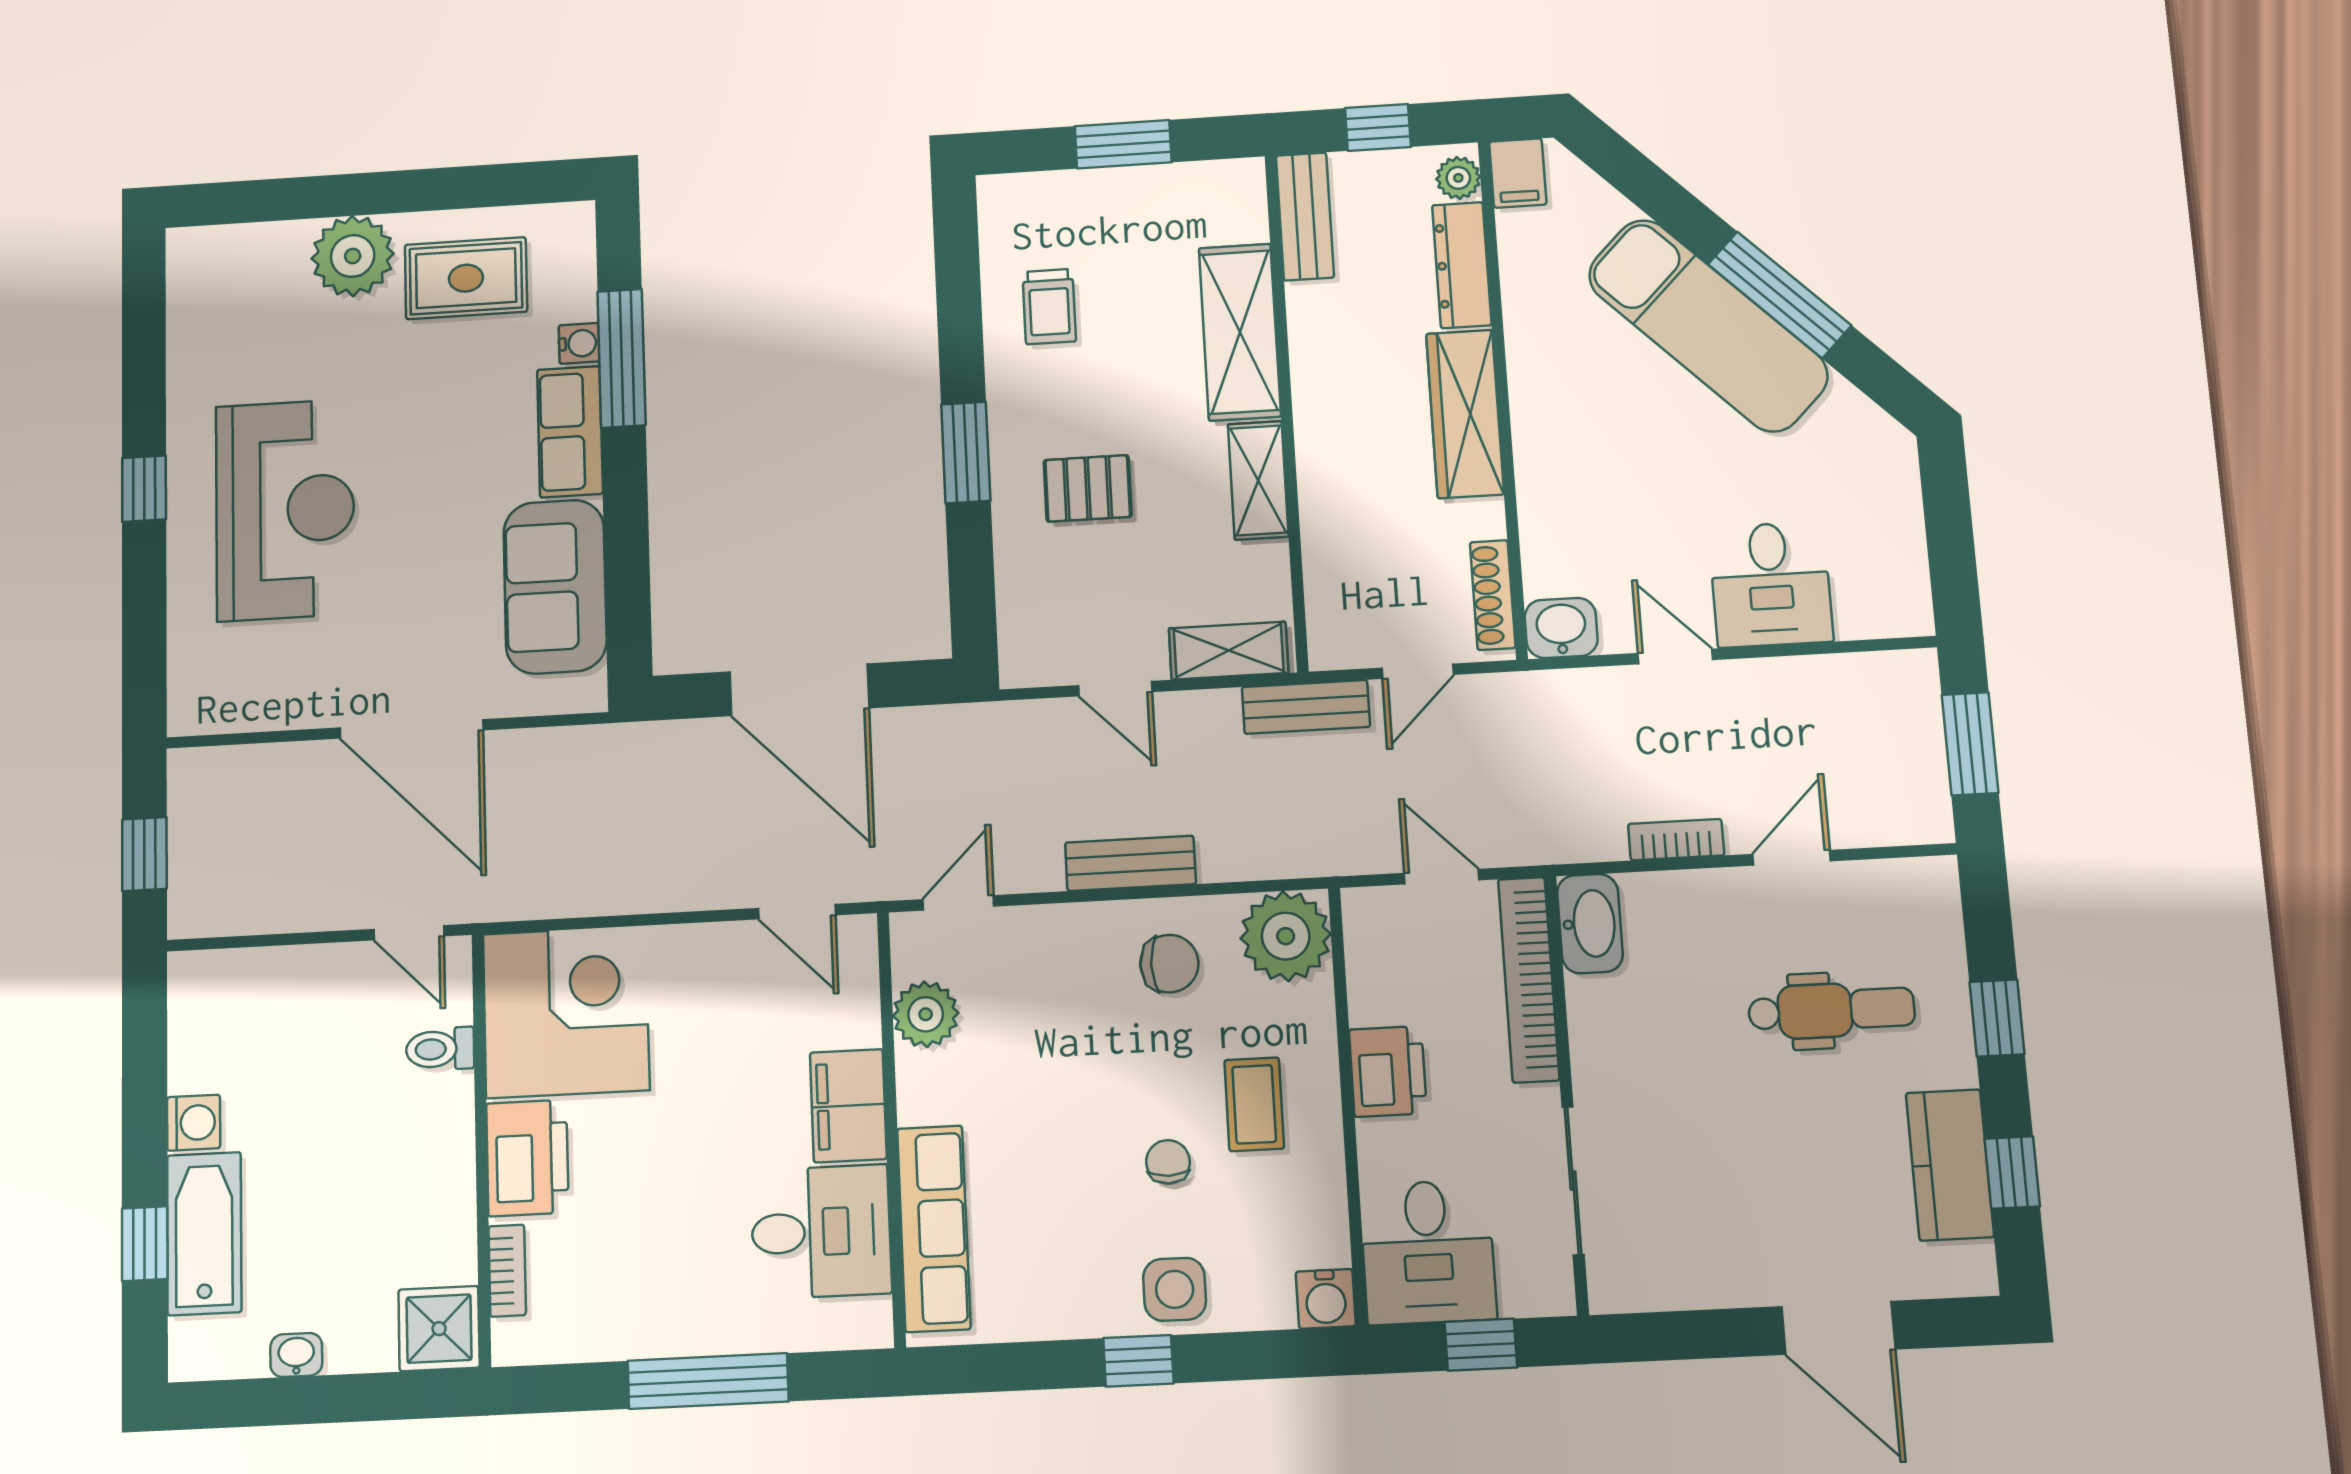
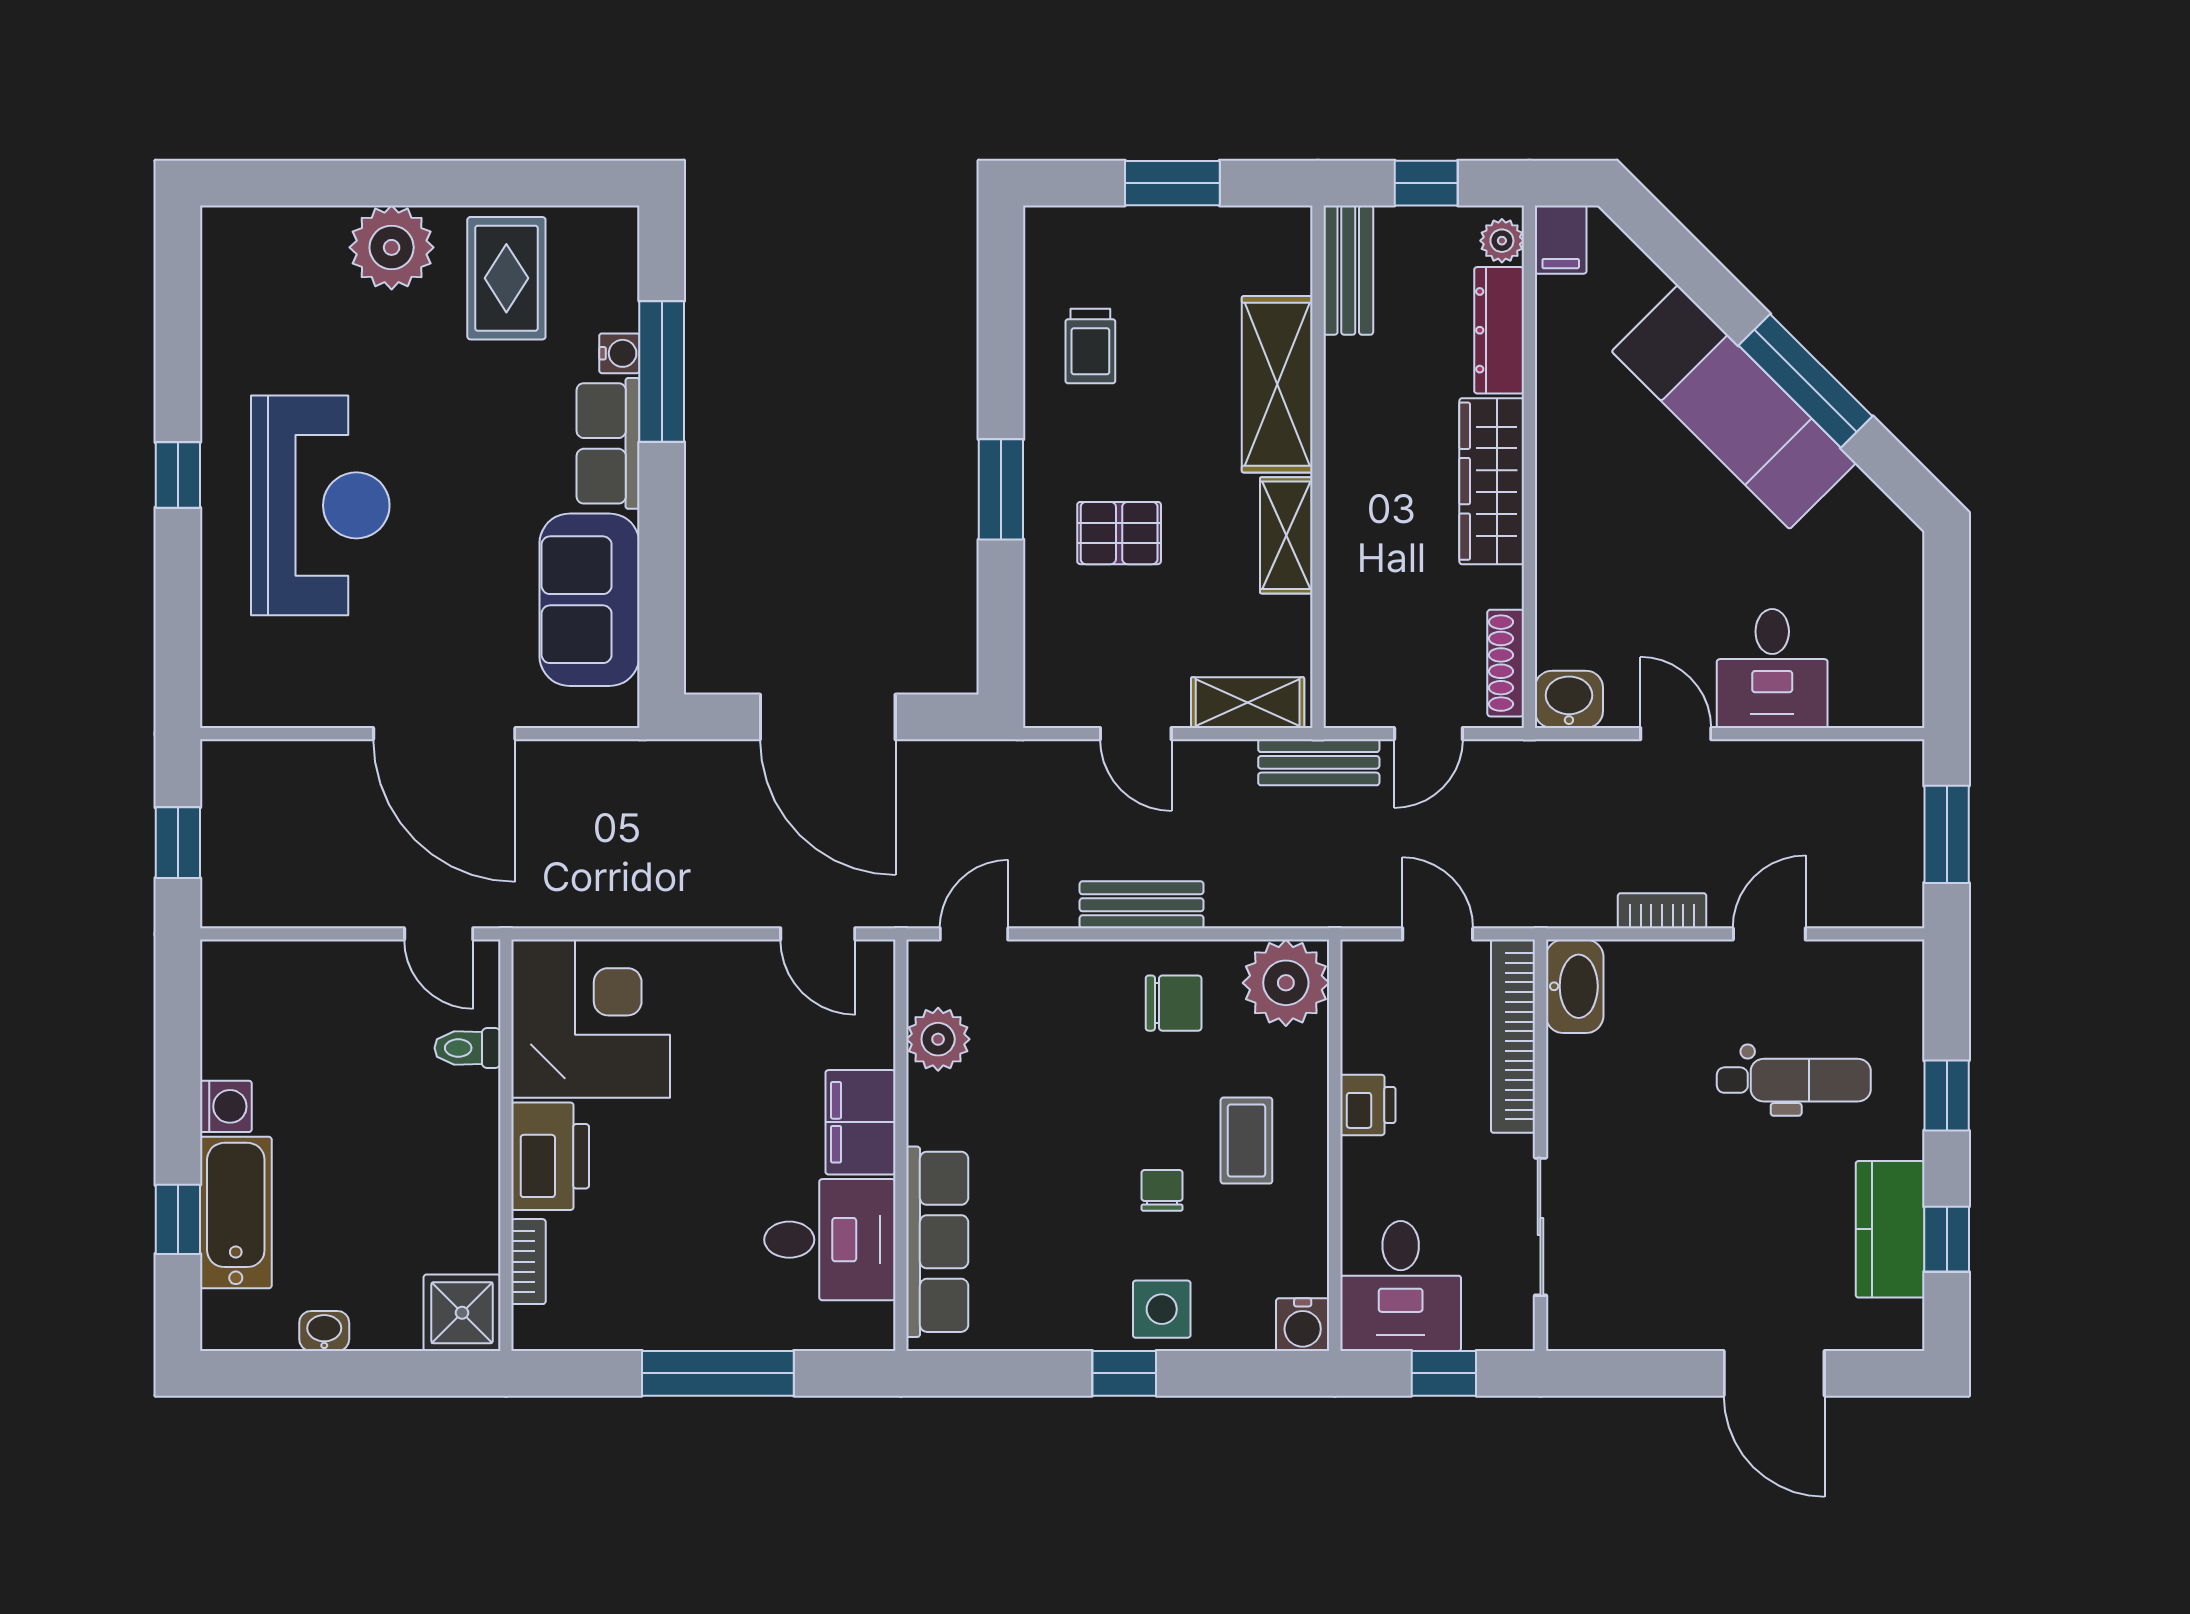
rug: (466, 278) -> (506, 278), turned 90
printer: (1388, 1071) -> (1368, 1105), width x0.73, depth x0.81

